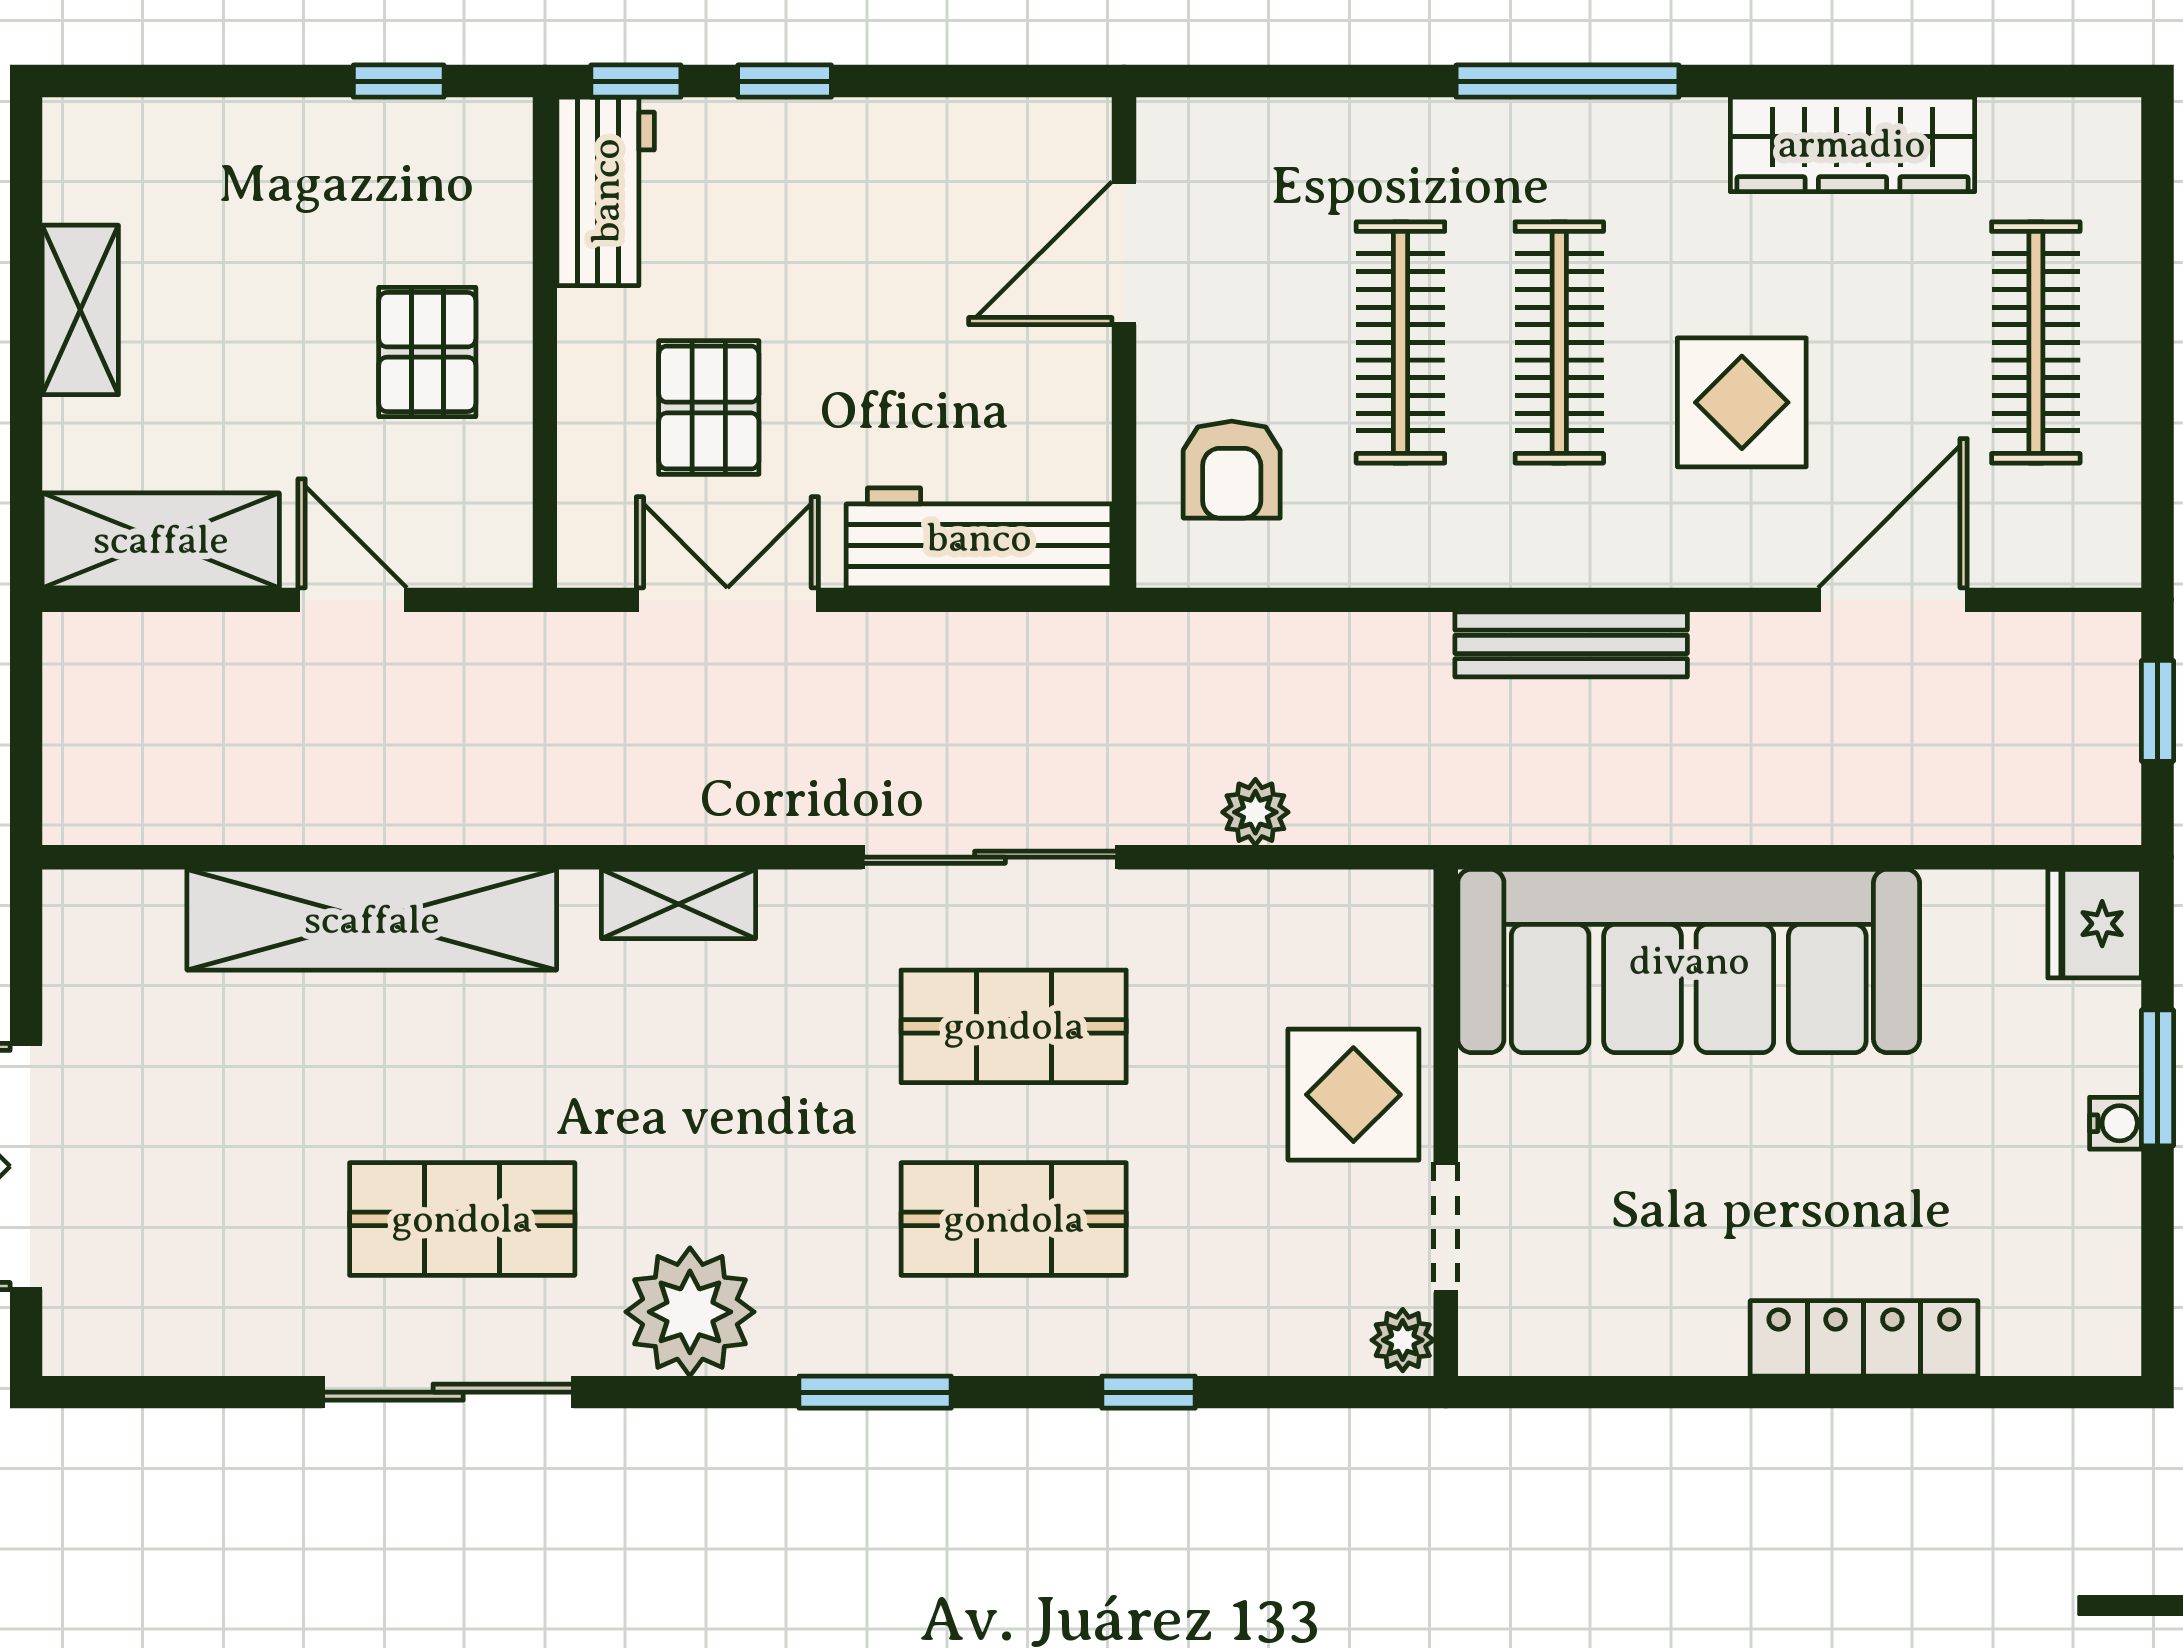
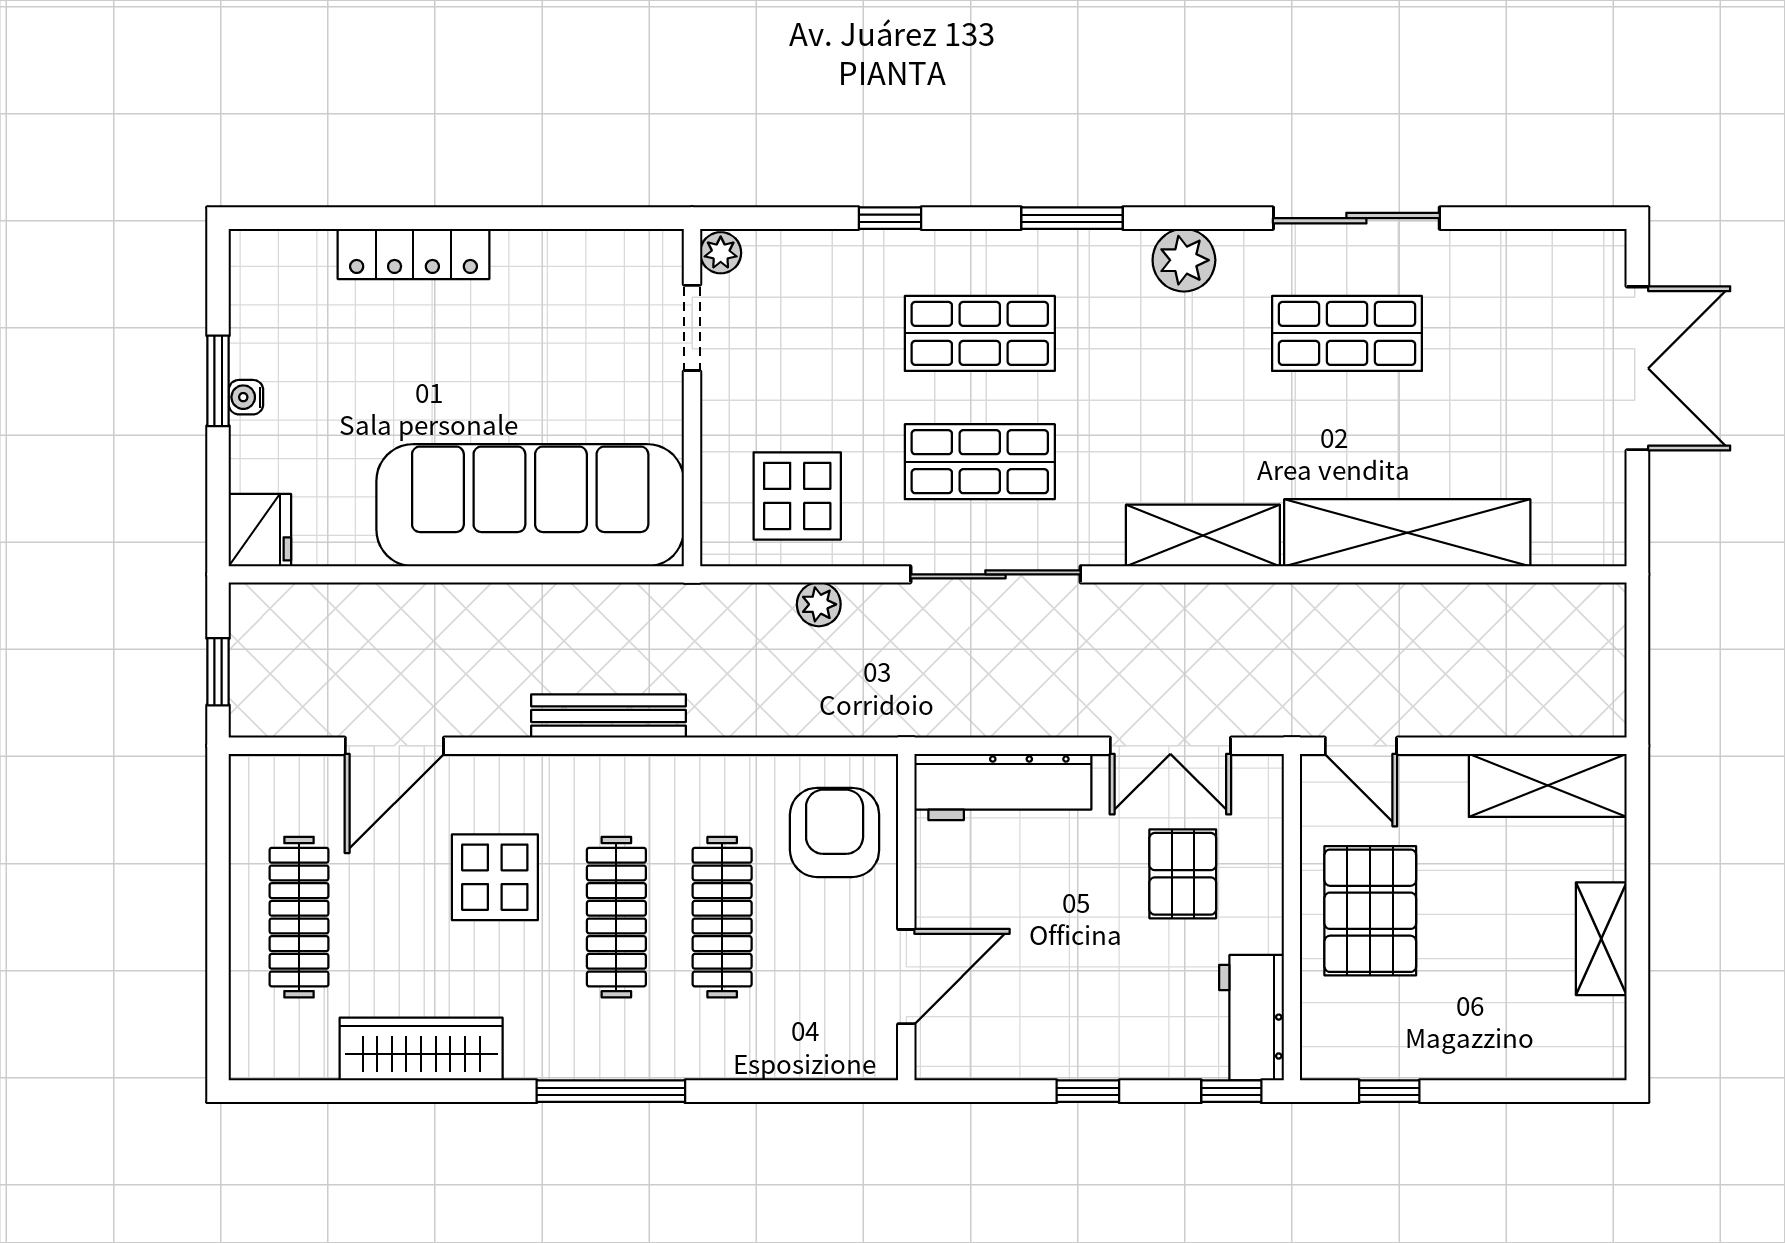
window: (785, 81) -> (1088, 1091), moved
pallet: (427, 352) -> (1370, 911), width x1.50, depth x1.42
armchair: (1232, 470) -> (835, 832), width x1.38, depth x1.38
door: (352, 600) -> (1361, 746), moved
shelving: (679, 904) -> (1203, 535), width x1.50, depth x1.33
window: (2158, 1078) -> (218, 381), moved
display table: (1353, 1095) -> (797, 496), moved
plant: (690, 1312) -> (1184, 260), width x0.73, depth x0.73

